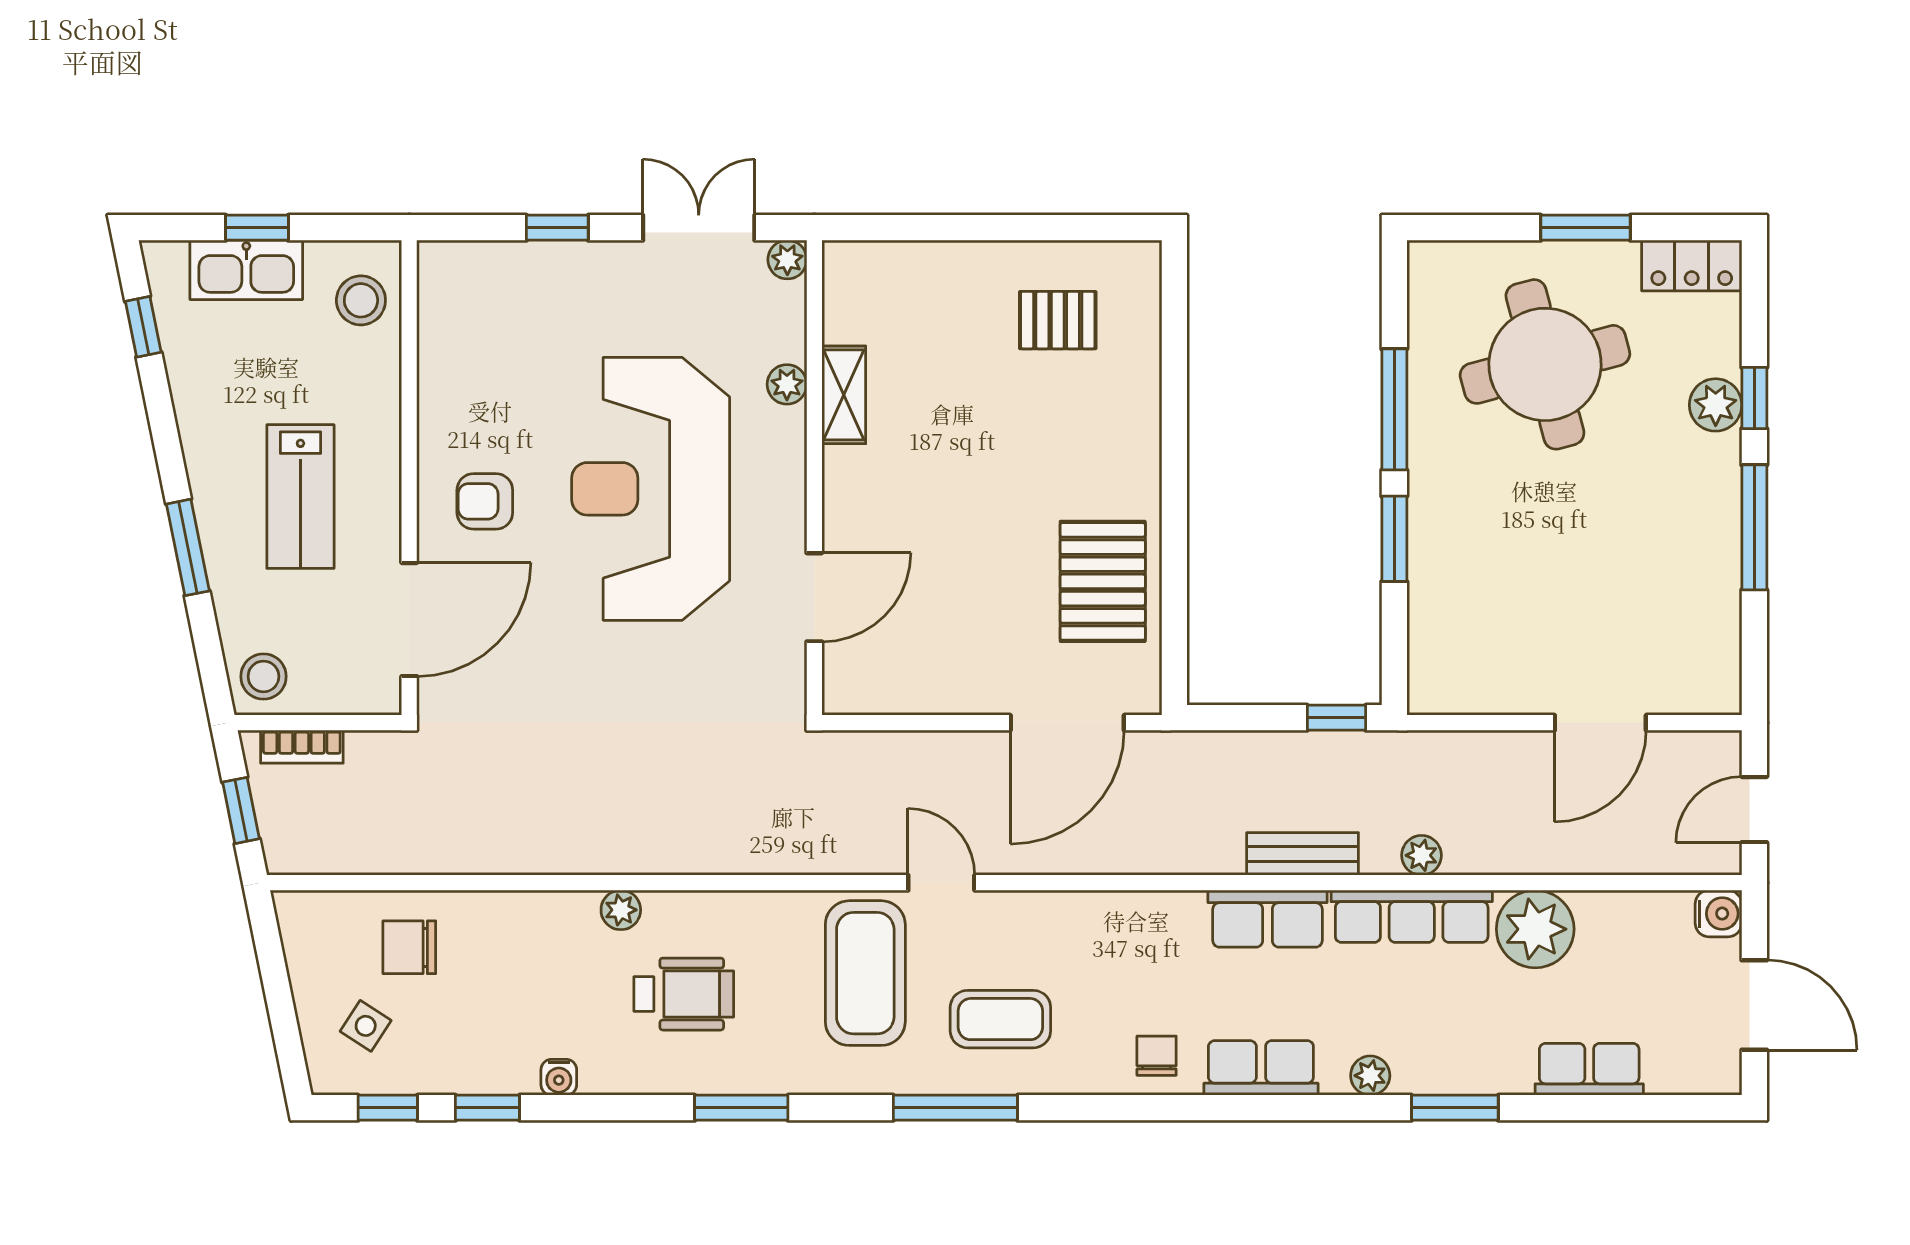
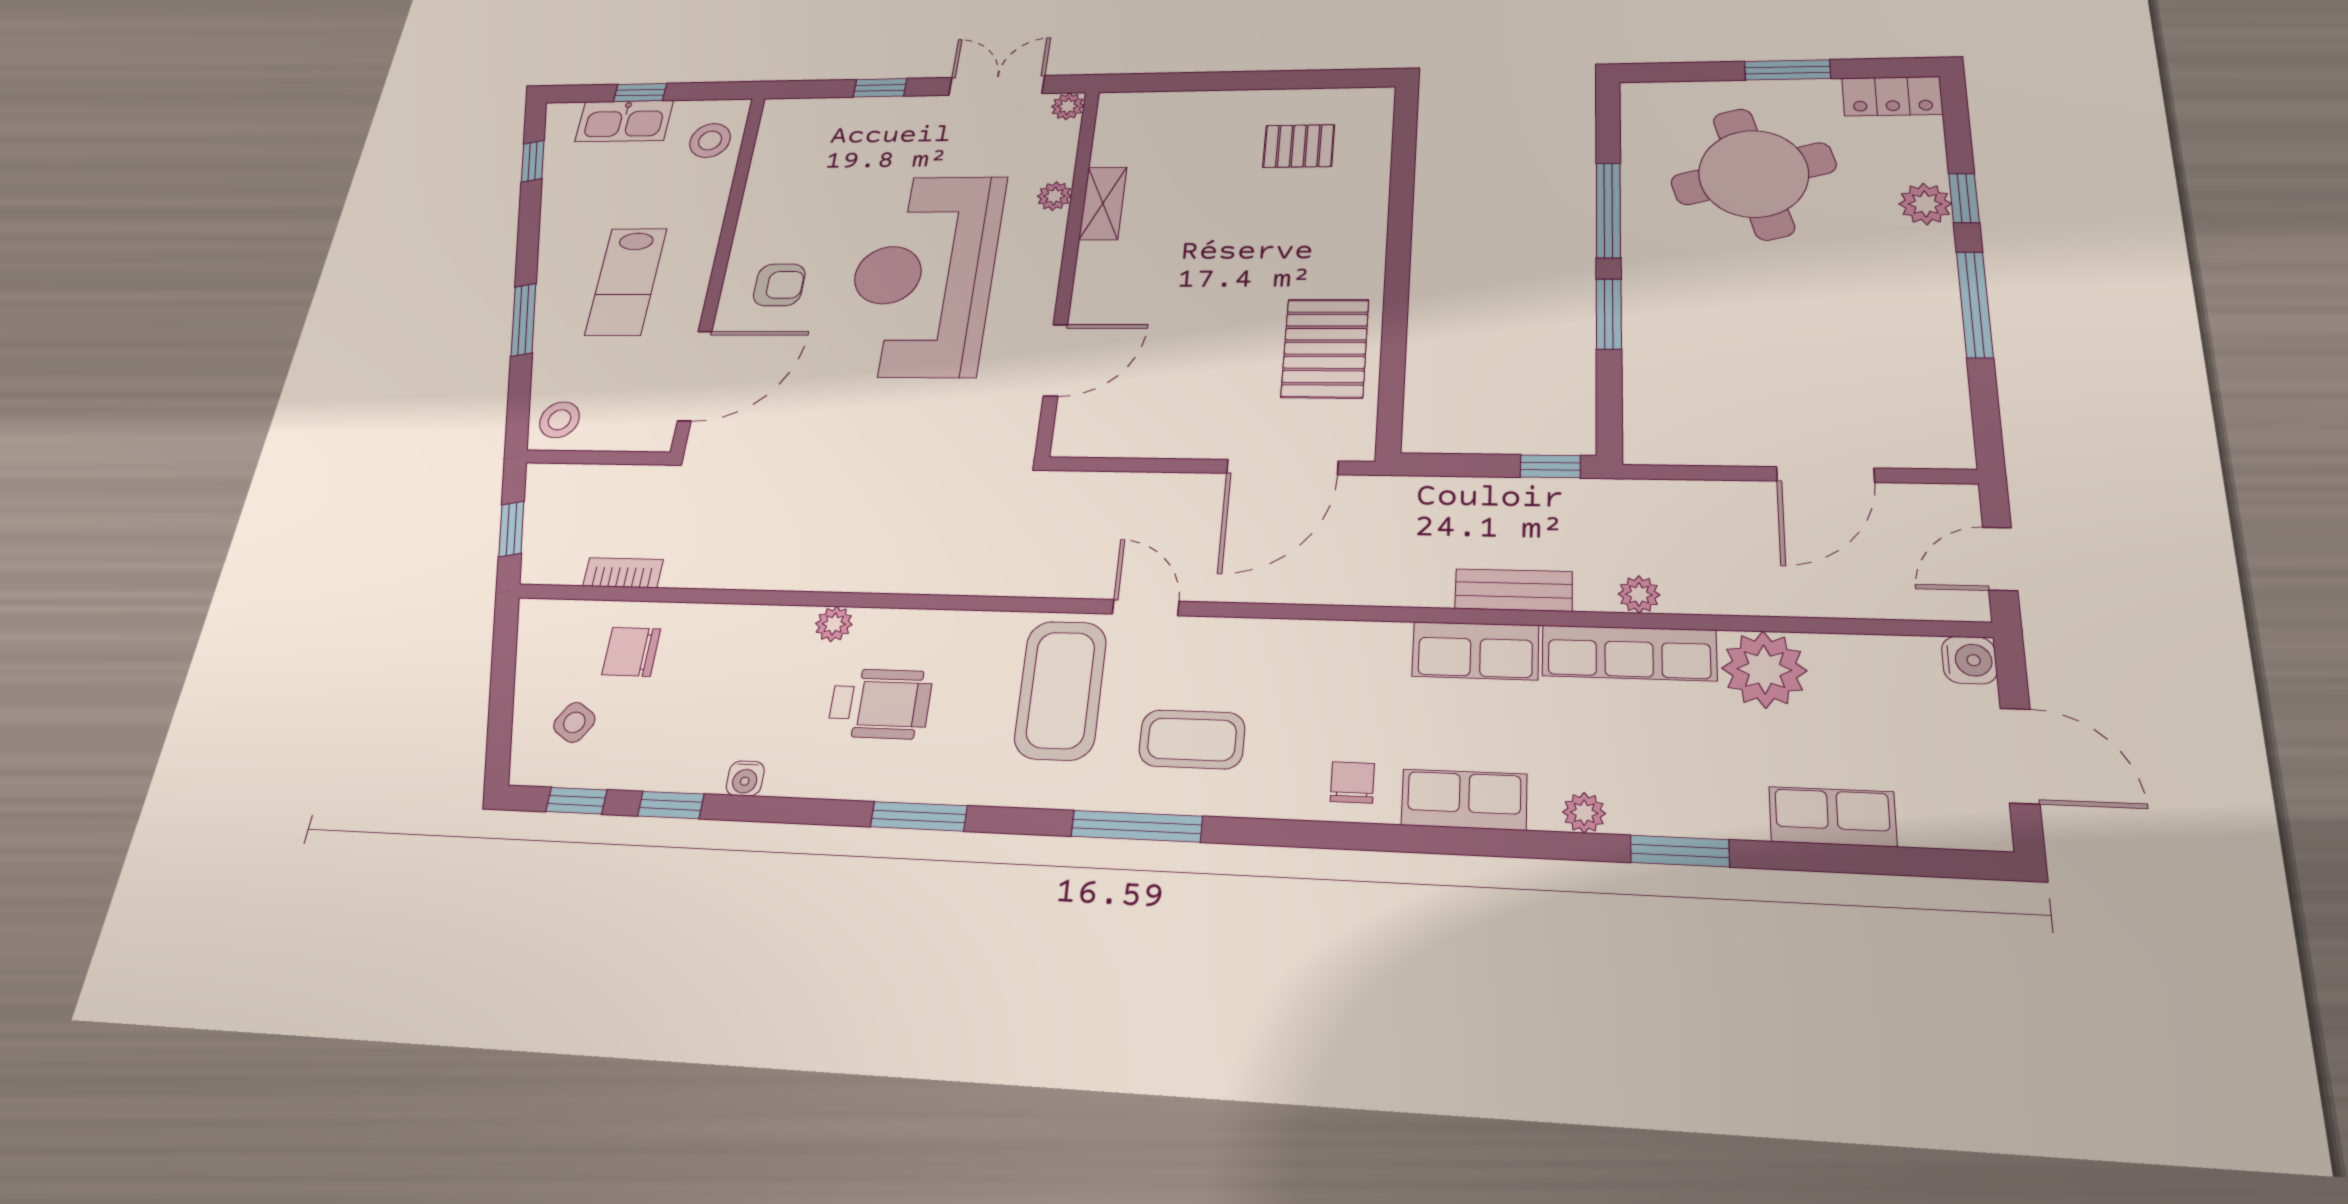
armchair: (485, 501) -> (779, 285), turned 180
bookcase: (302, 747) -> (623, 573), moved, turned 180

